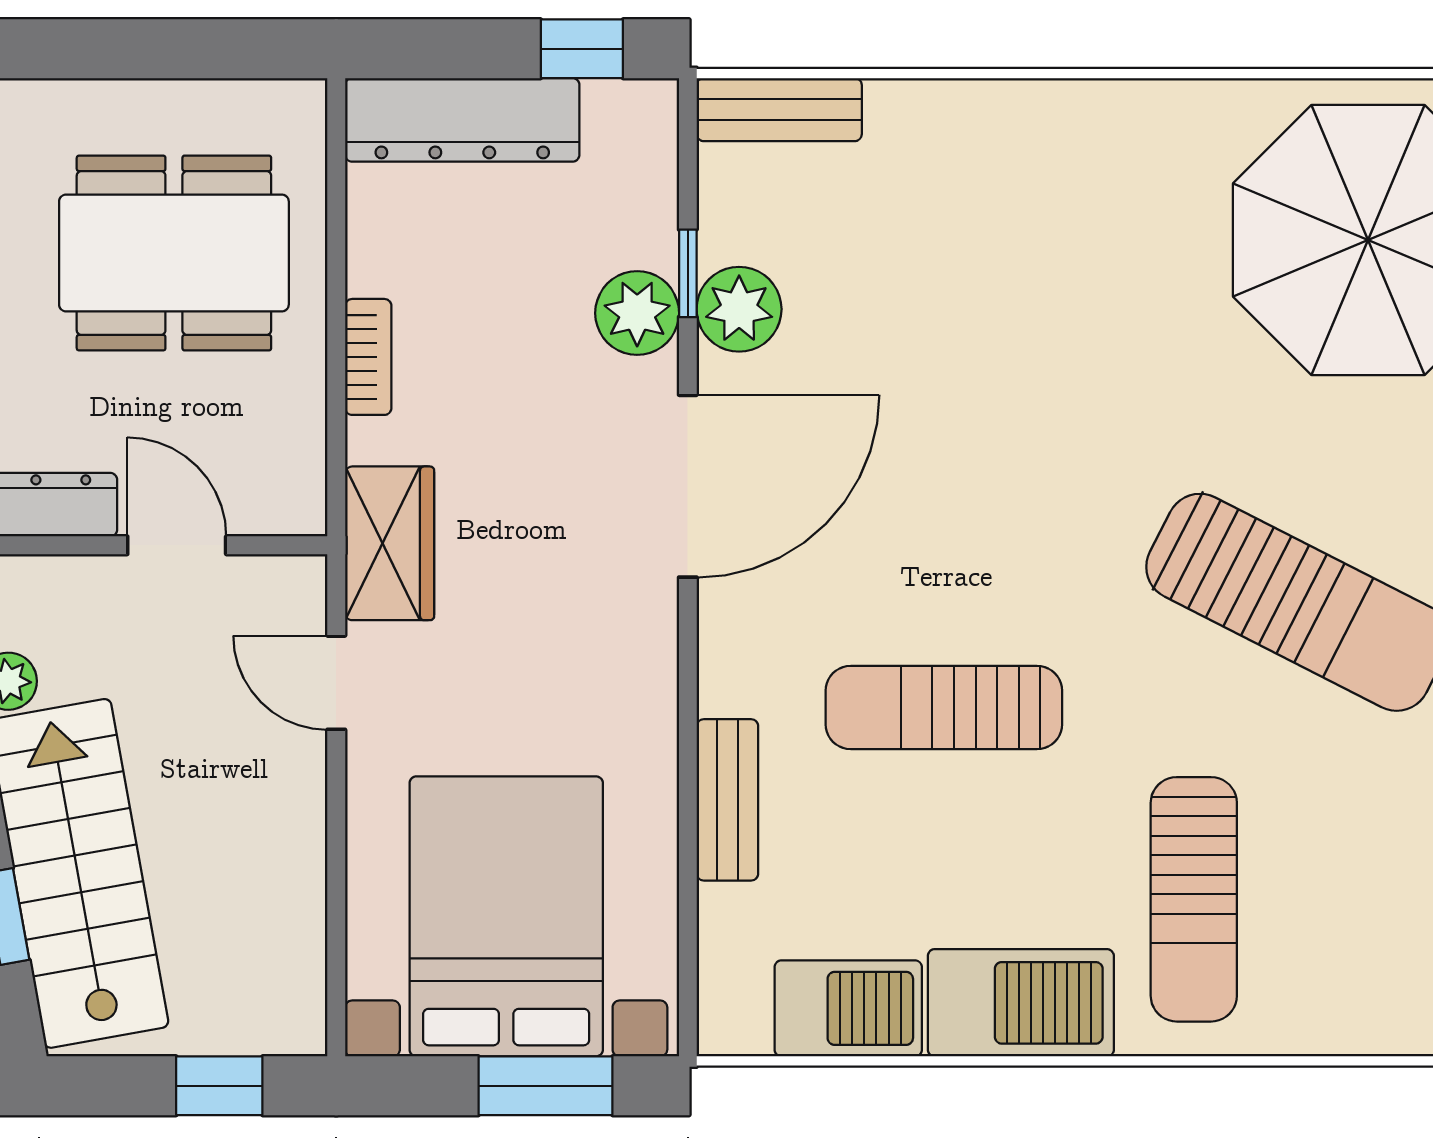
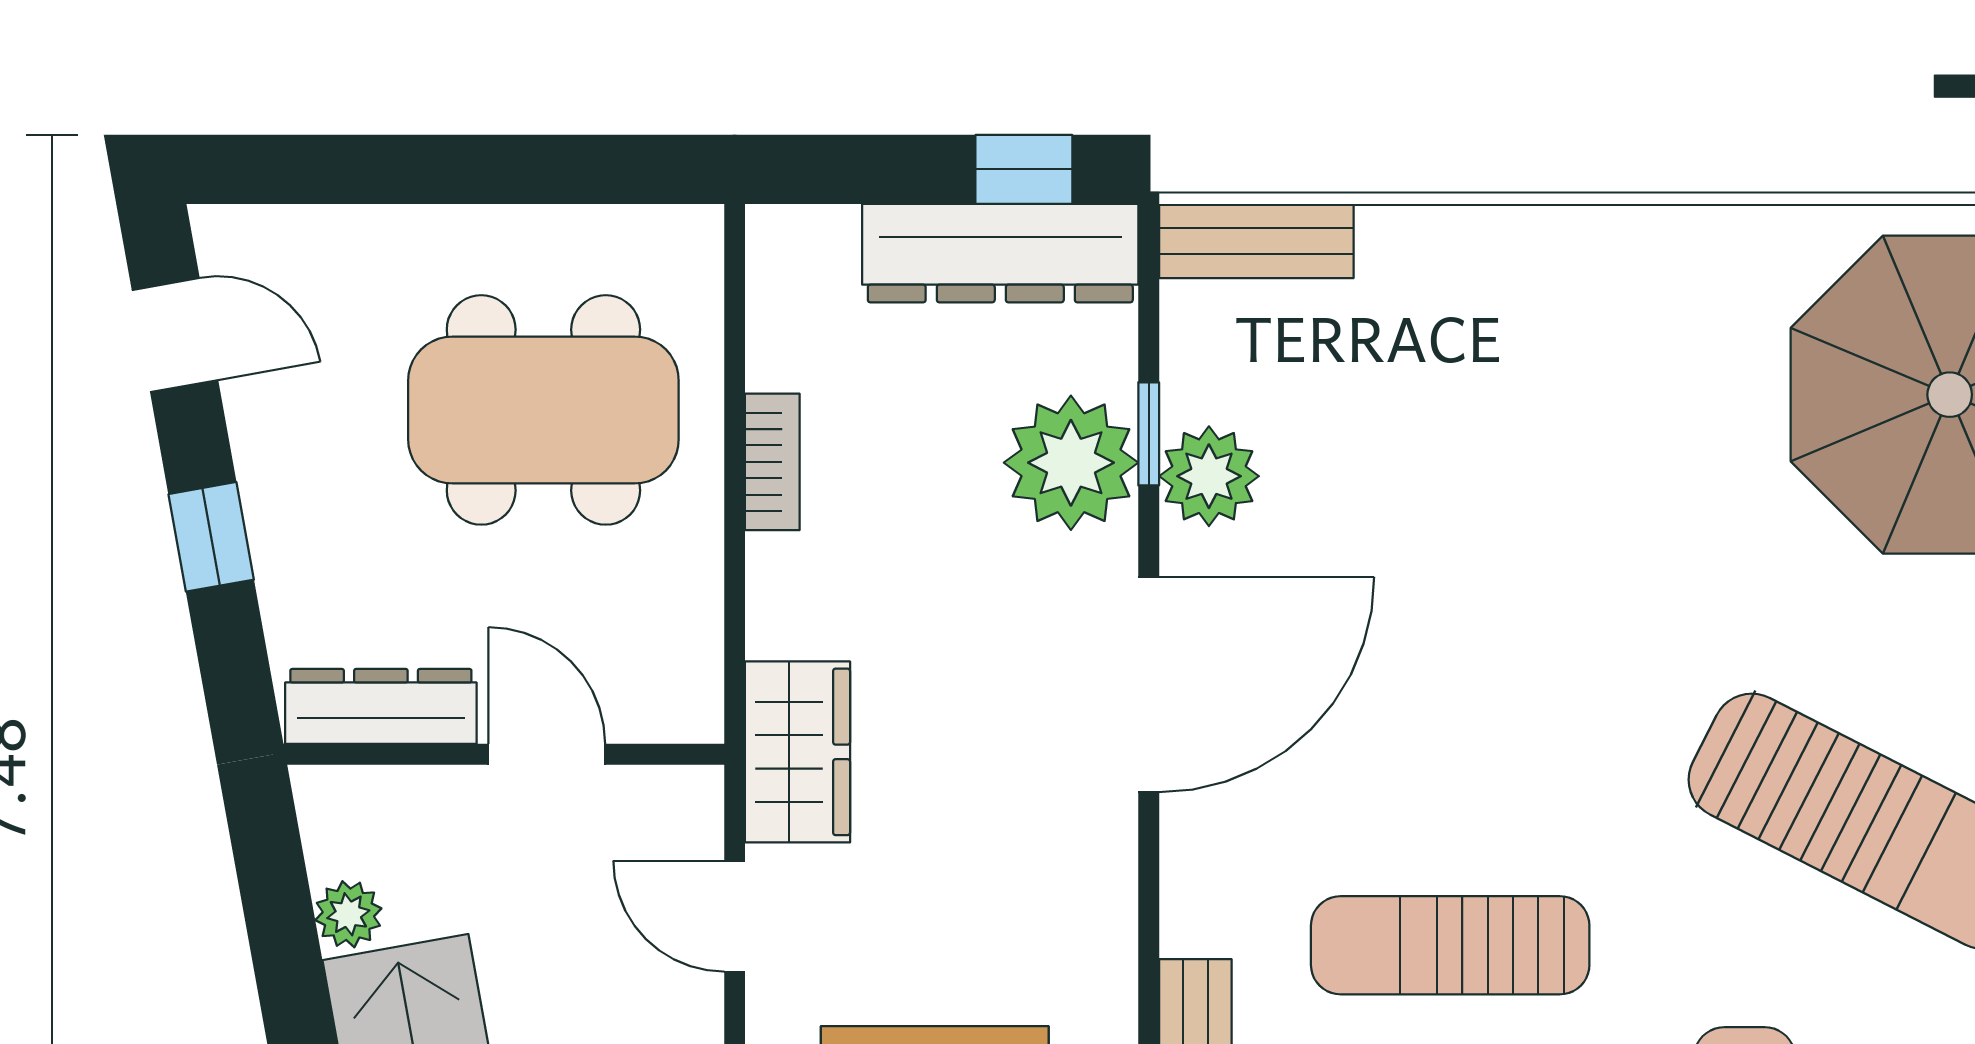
dresser: (462, 120) -> (1000, 253), moved
plant: (637, 313) -> (1071, 463), width x1.36, depth x1.36
bookcase: (368, 357) -> (772, 462), moved

